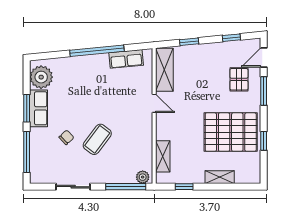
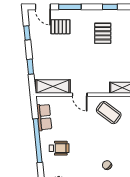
wheelchair: (88, 78) -> (59, 148), added
door: (154, 103) -> (80, 95), swing flipped
pallet: (231, 132) -> (103, 33), width x0.49, depth x0.50
coffee table: (97, 139) -> (109, 113), moved

